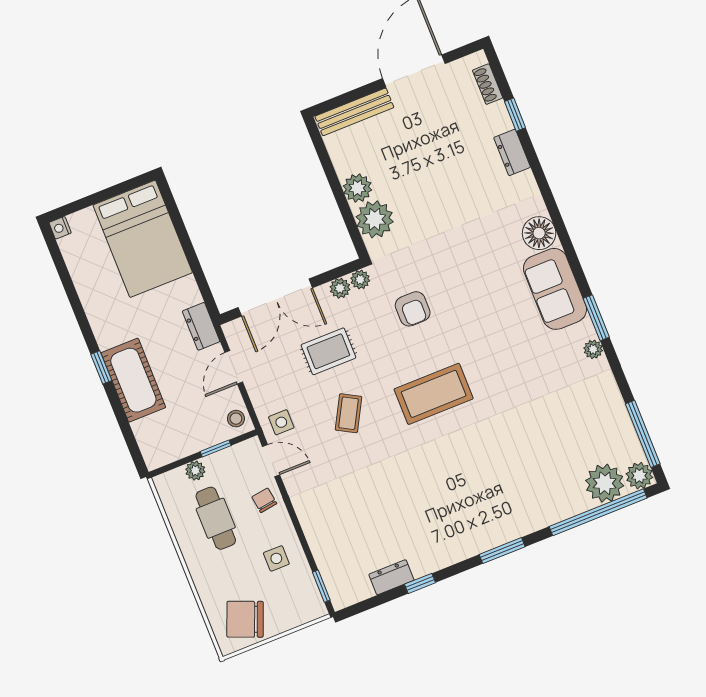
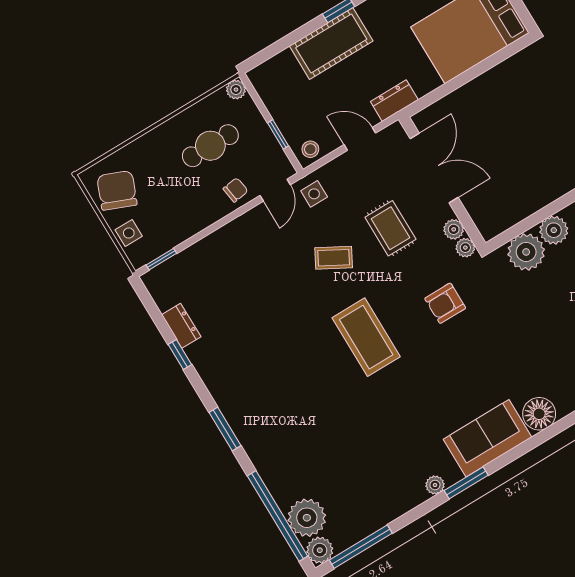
double door: (275, 298) -> (434, 168), swing flipped
plant: (195, 471) -> (236, 90), moved
side table: (276, 558) -> (129, 233), moved

